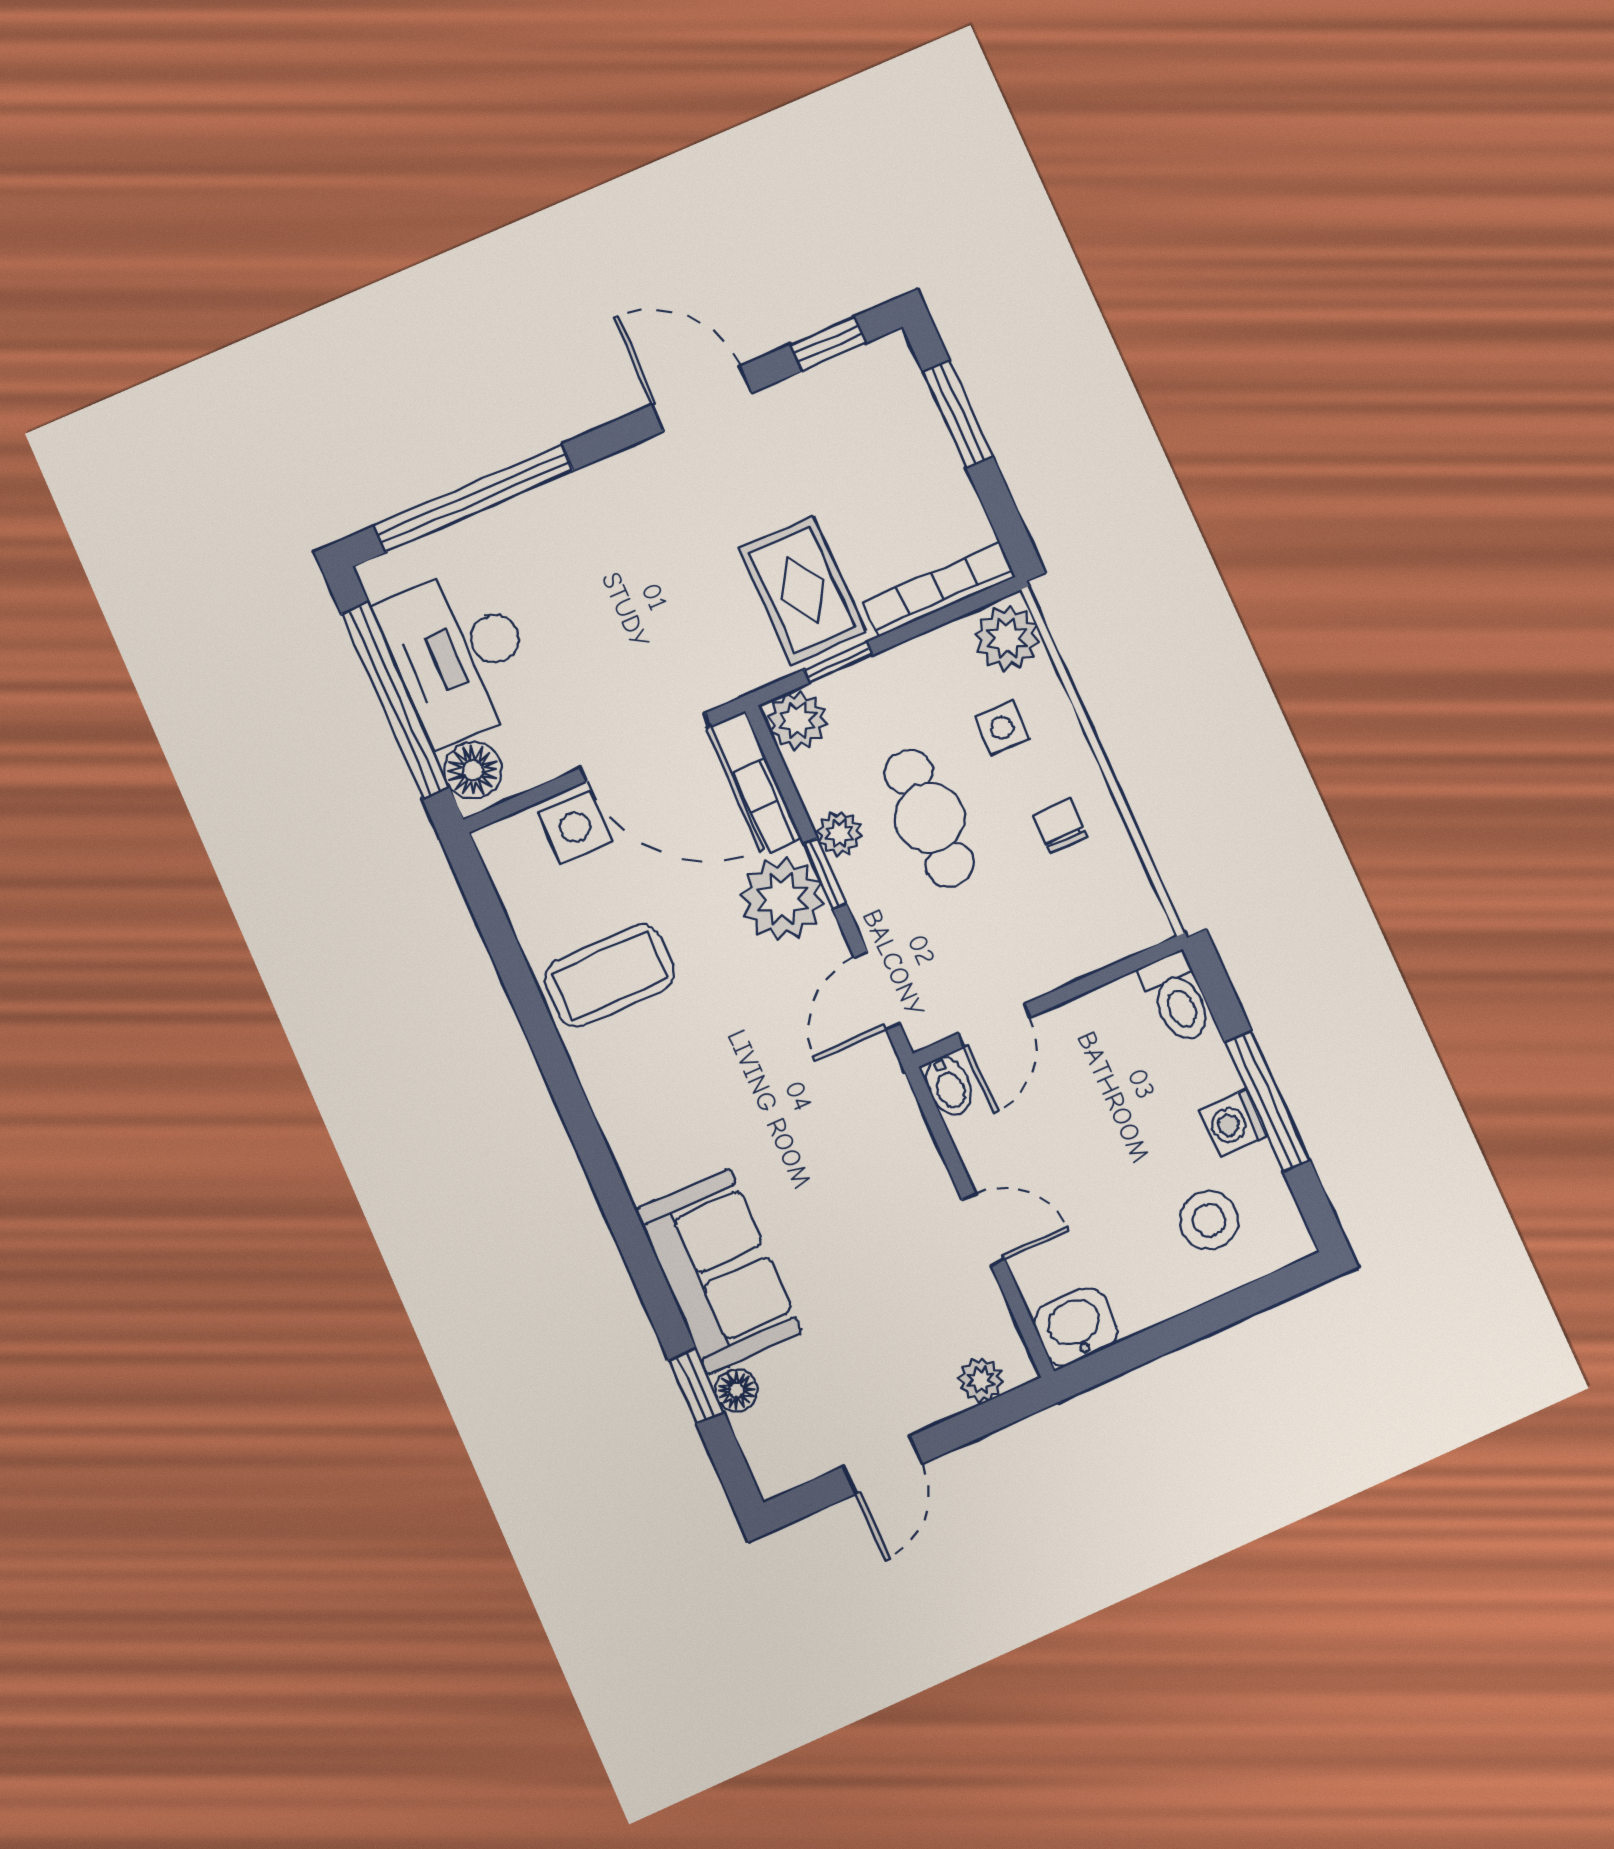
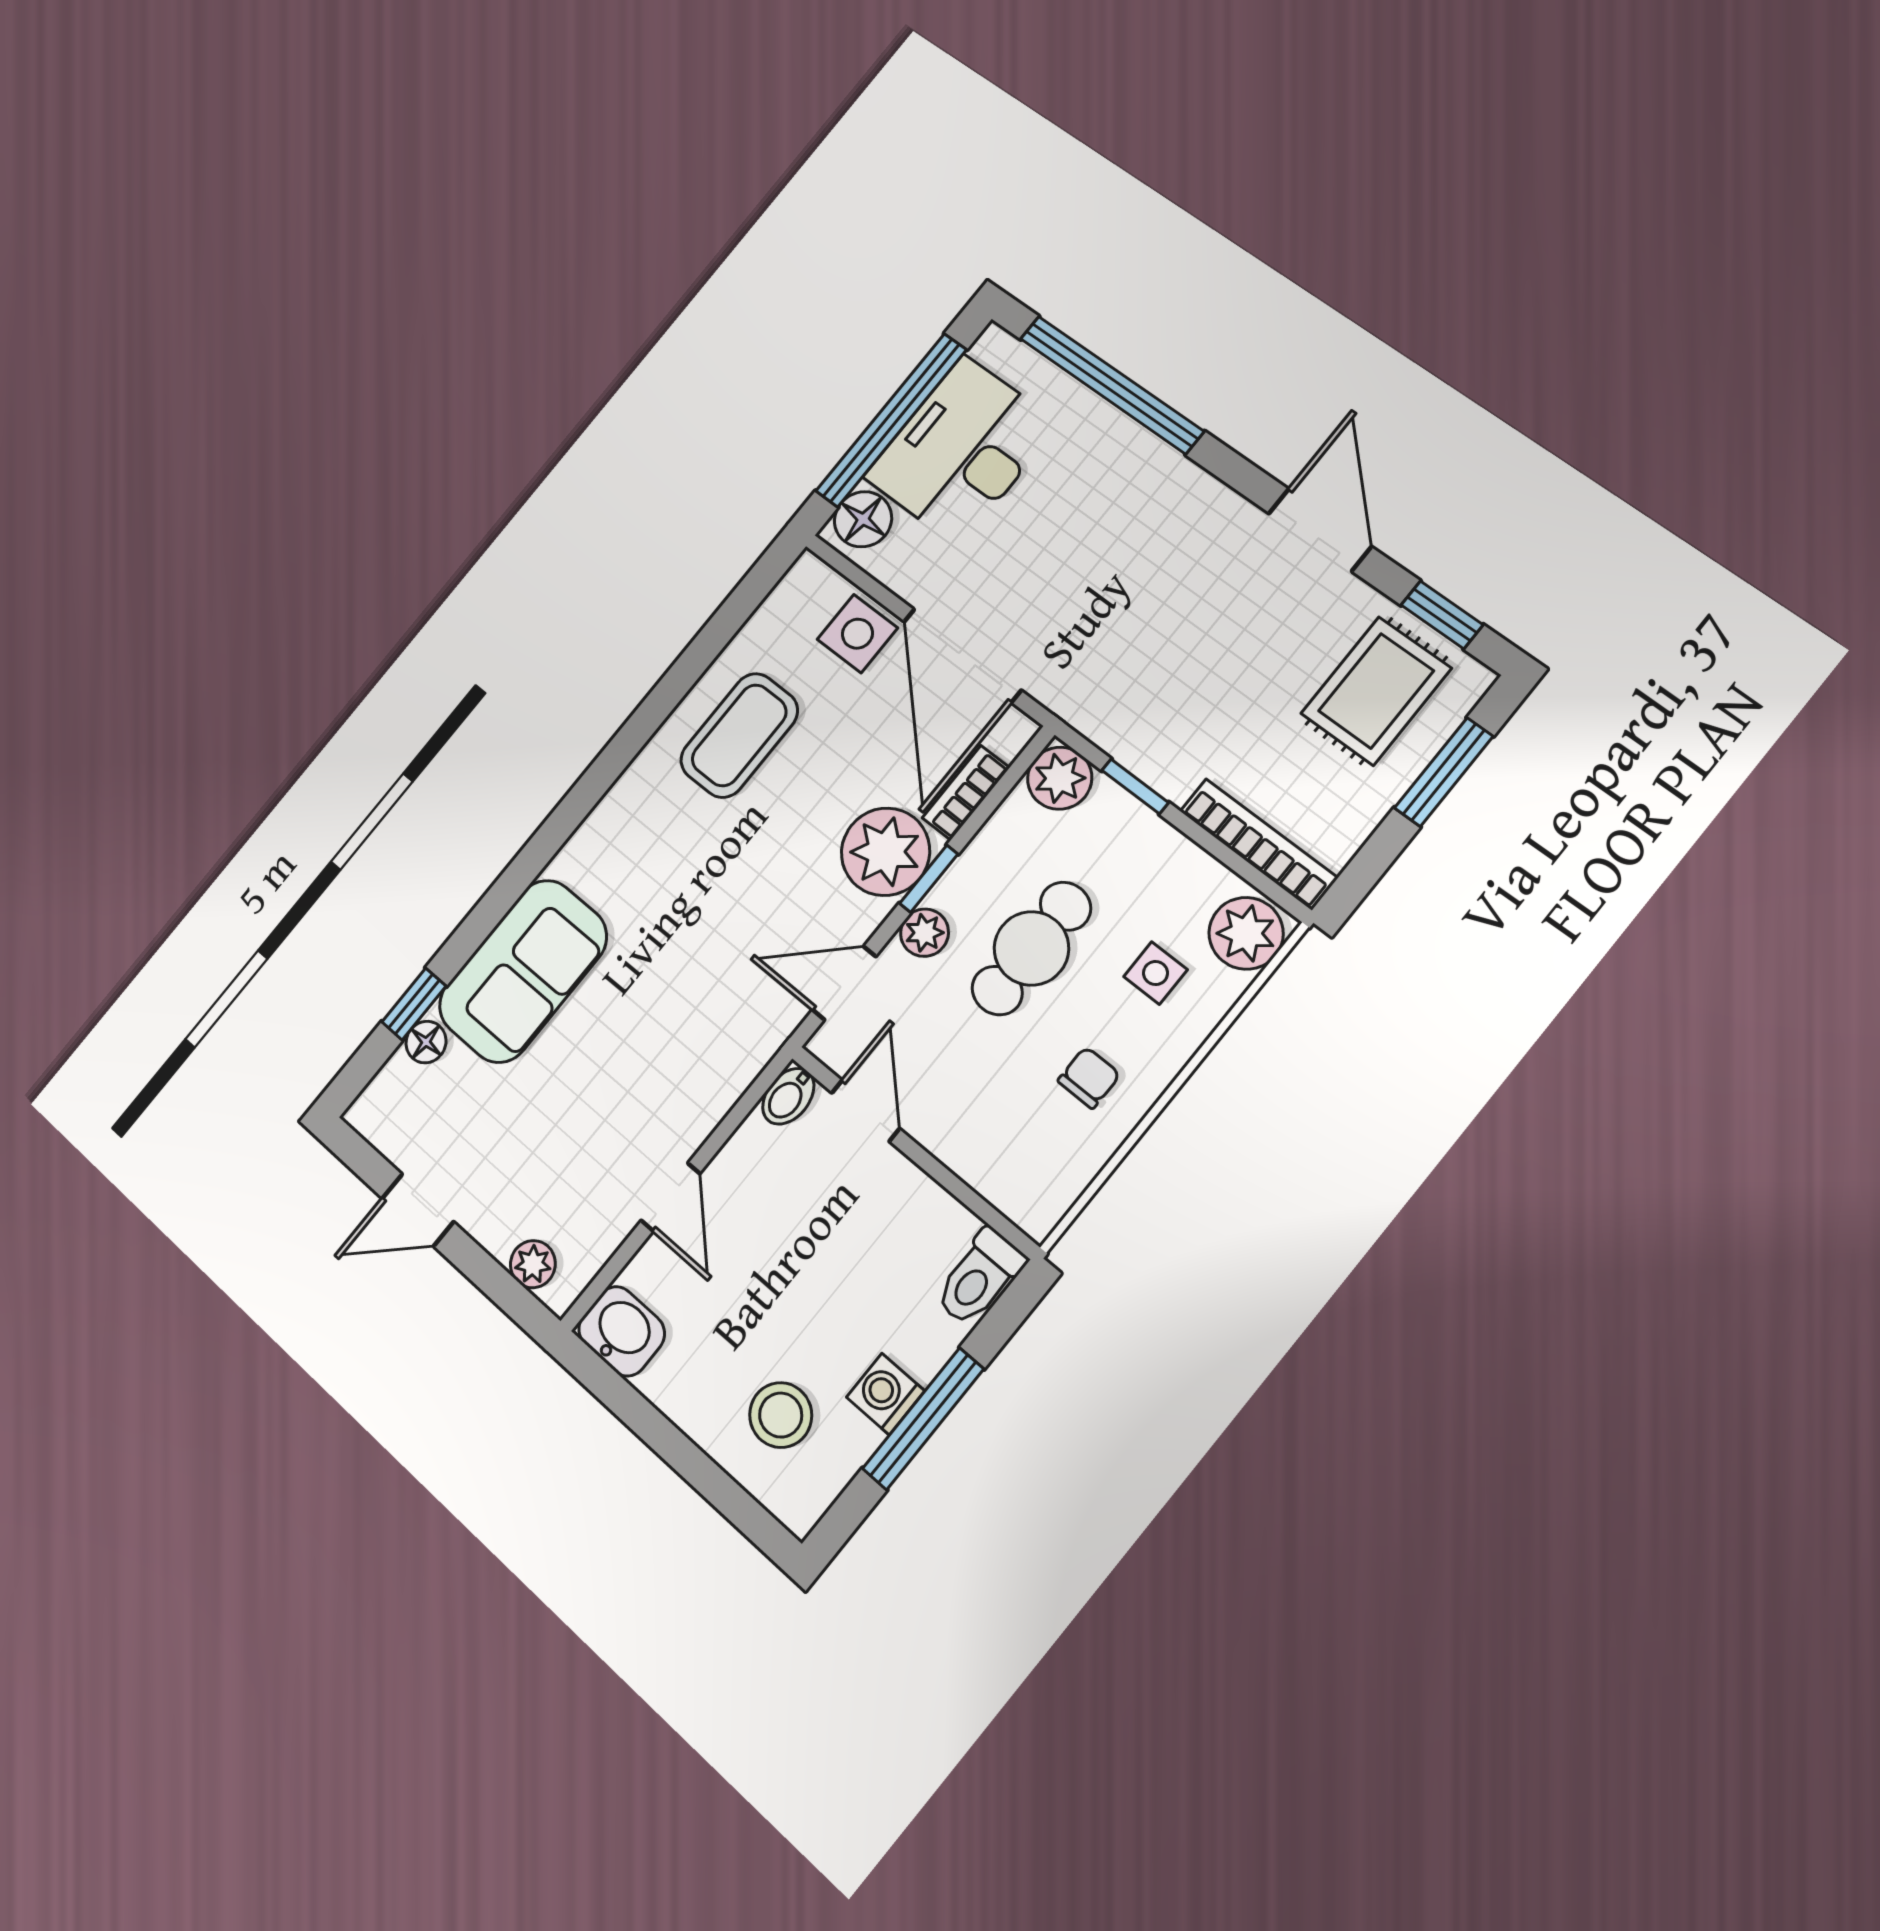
rug: (802, 590) -> (1376, 691), moved
plant: (839, 833) -> (924, 933), moved
coffee table: (610, 976) -> (739, 735), turned 90
door: (994, 1025) -> (866, 1111), swing flipped

